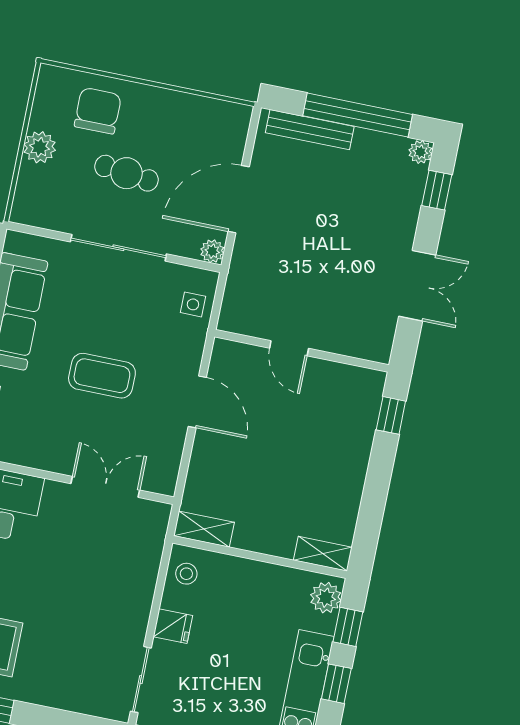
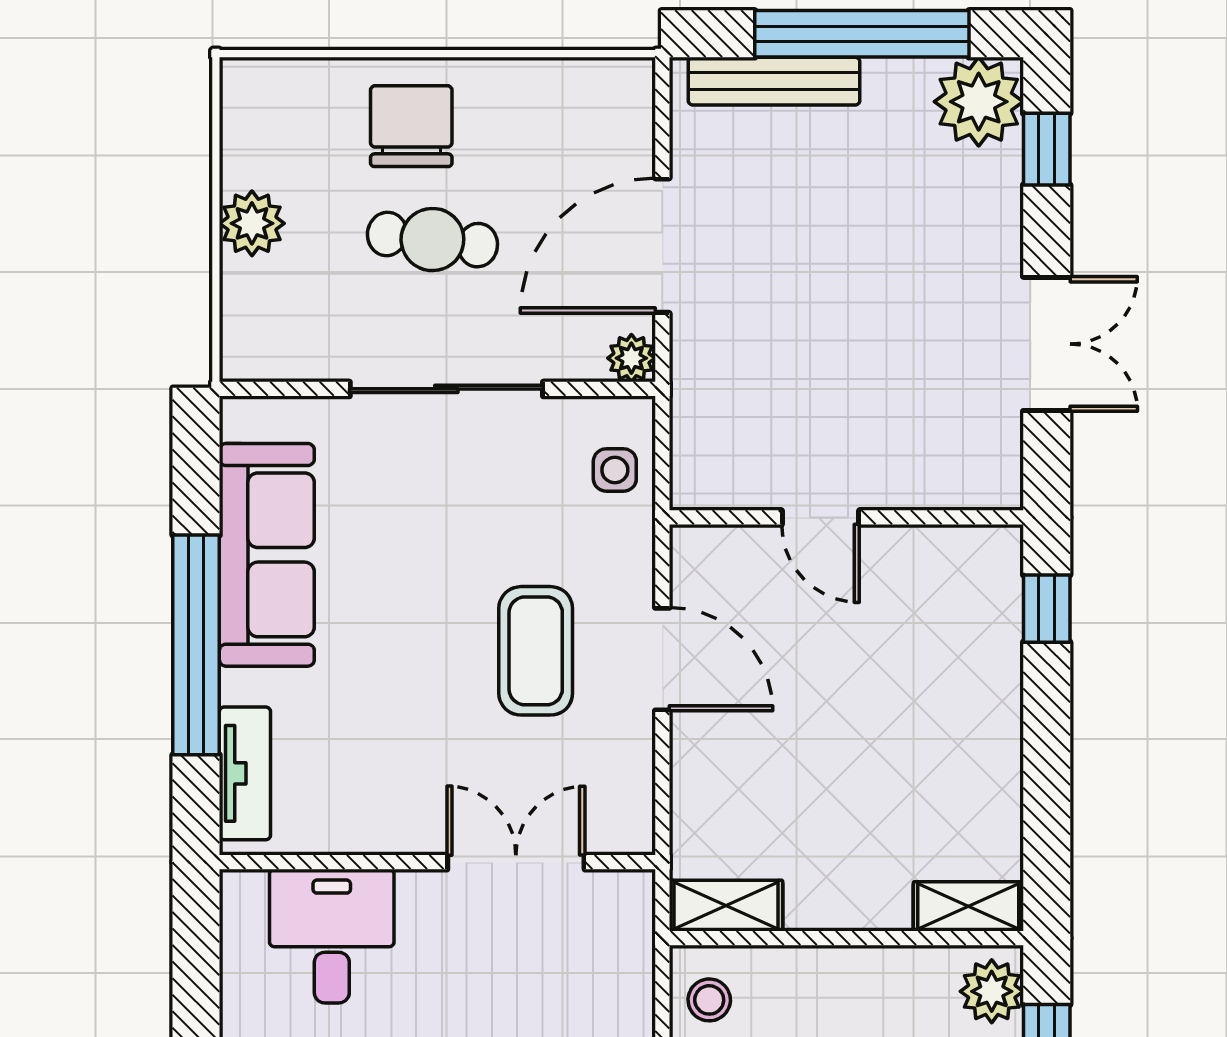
chair: (98, 111) -> (411, 126), moved
plant: (420, 152) -> (979, 102), width x1.87, depth x1.87
coffee table: (102, 376) -> (536, 651), moved, turned 90

